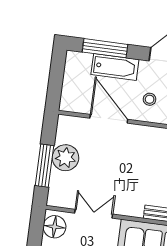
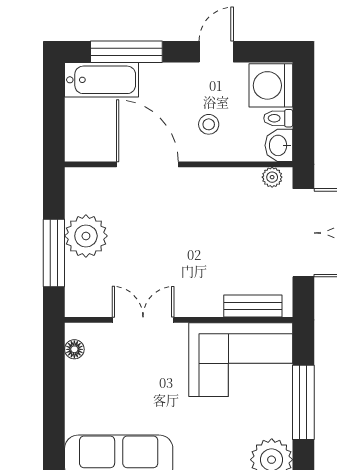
bathtub: (115, 67) -> (101, 80), moved
floor lamp: (55, 227) -> (74, 349), width x0.53, depth x0.53

